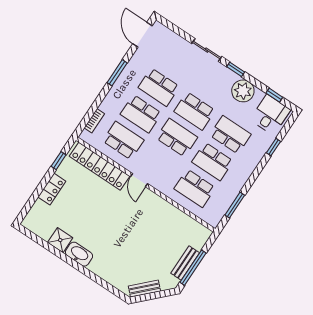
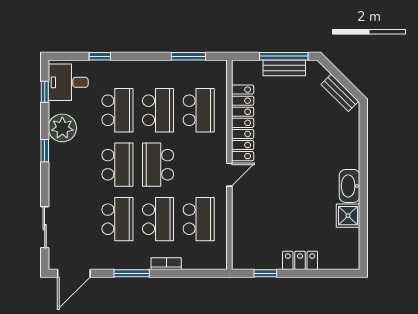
sliding door: (207, 50) -> (45, 227), moved
bookcase: (94, 121) -> (166, 264), moved
school desk: (230, 135) -> (117, 110), turned 180
school desk: (123, 141) -> (199, 219), turned 180
locker: (99, 166) -> (243, 123), moved

